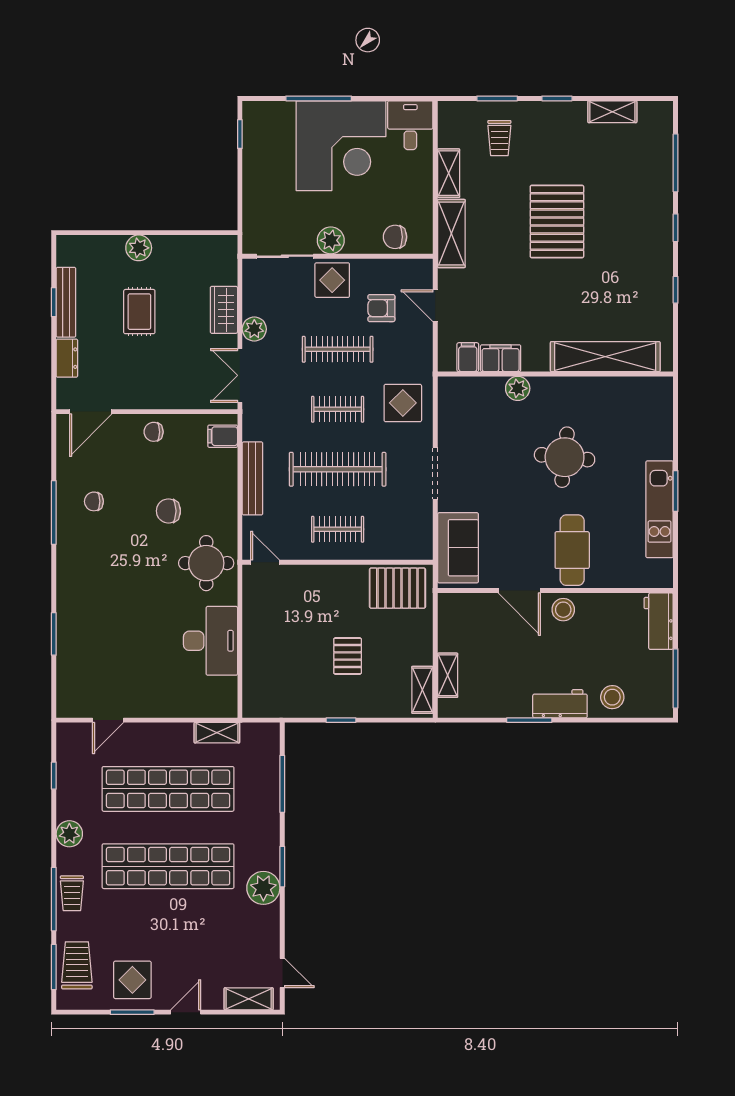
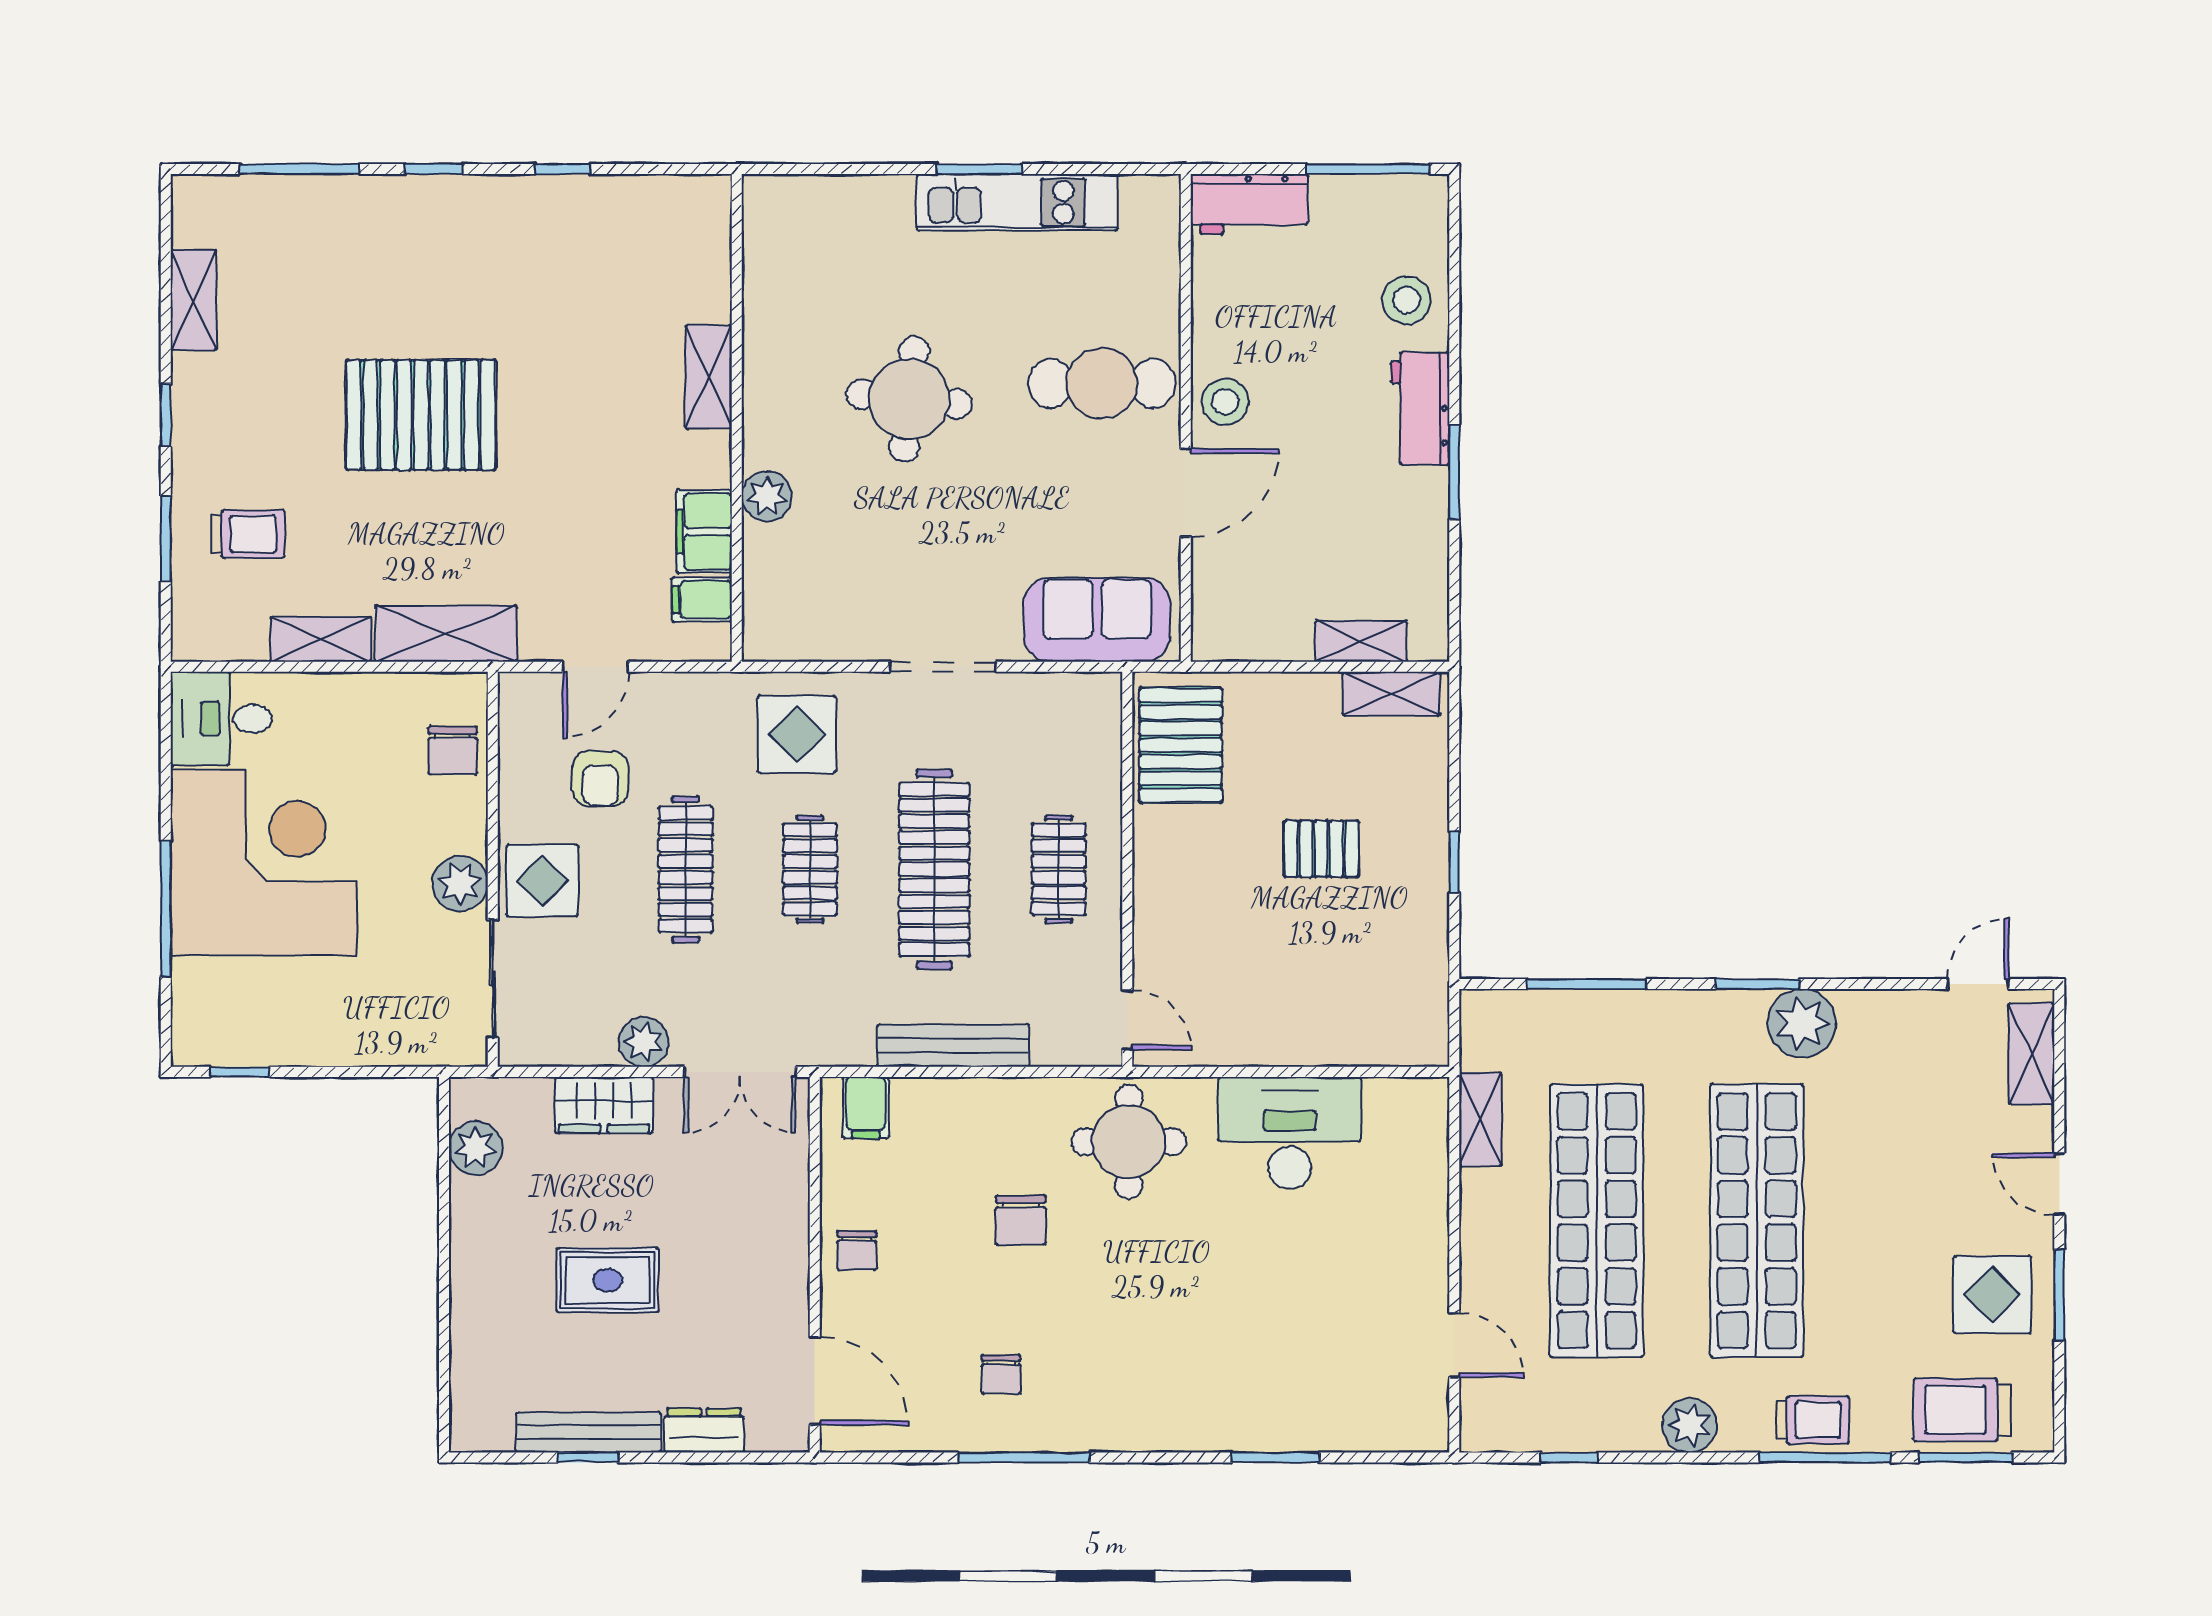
plant: (139, 248) -> (476, 1148), moved
shelving: (605, 357) -> (709, 377), width x0.45, depth x0.75
door: (265, 562) -> (1127, 1020), swing flipped

